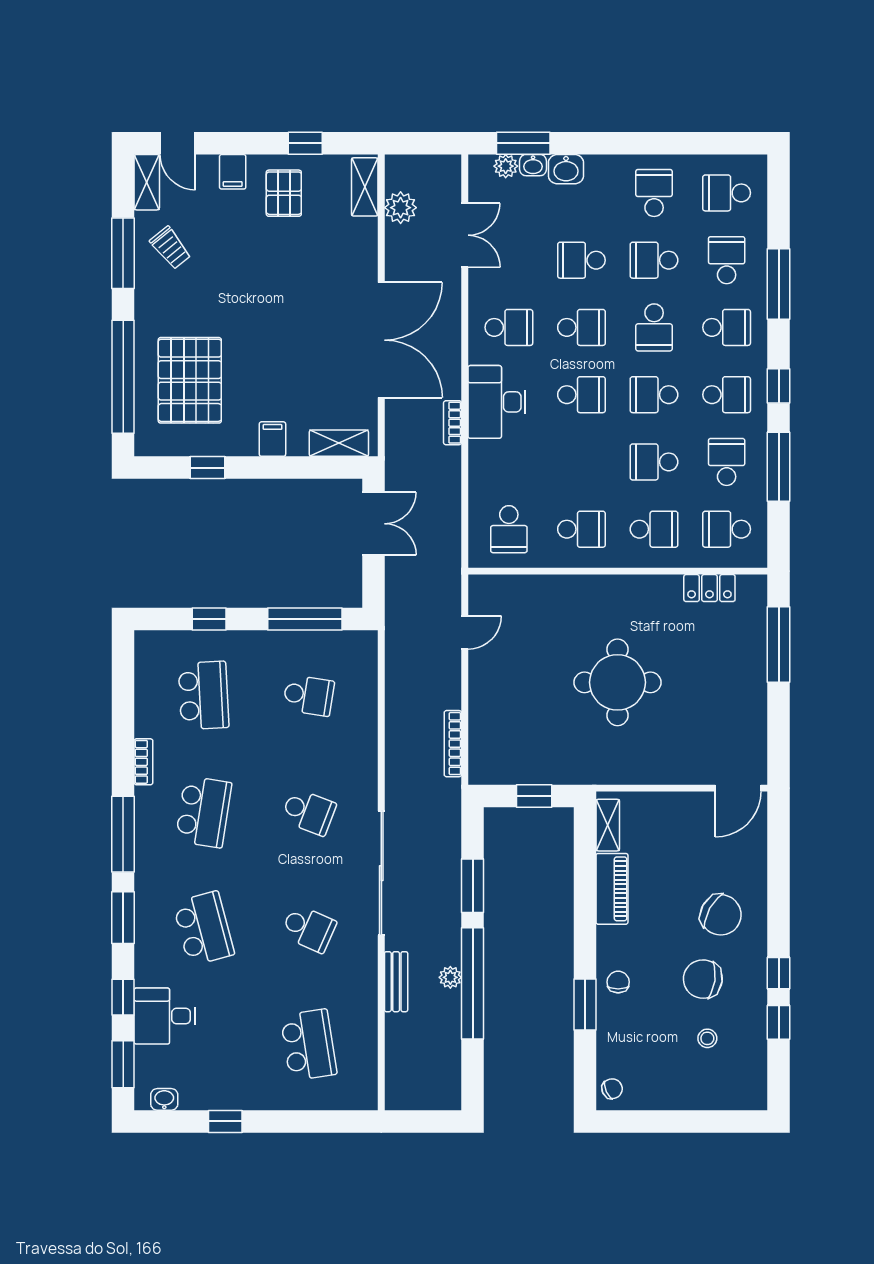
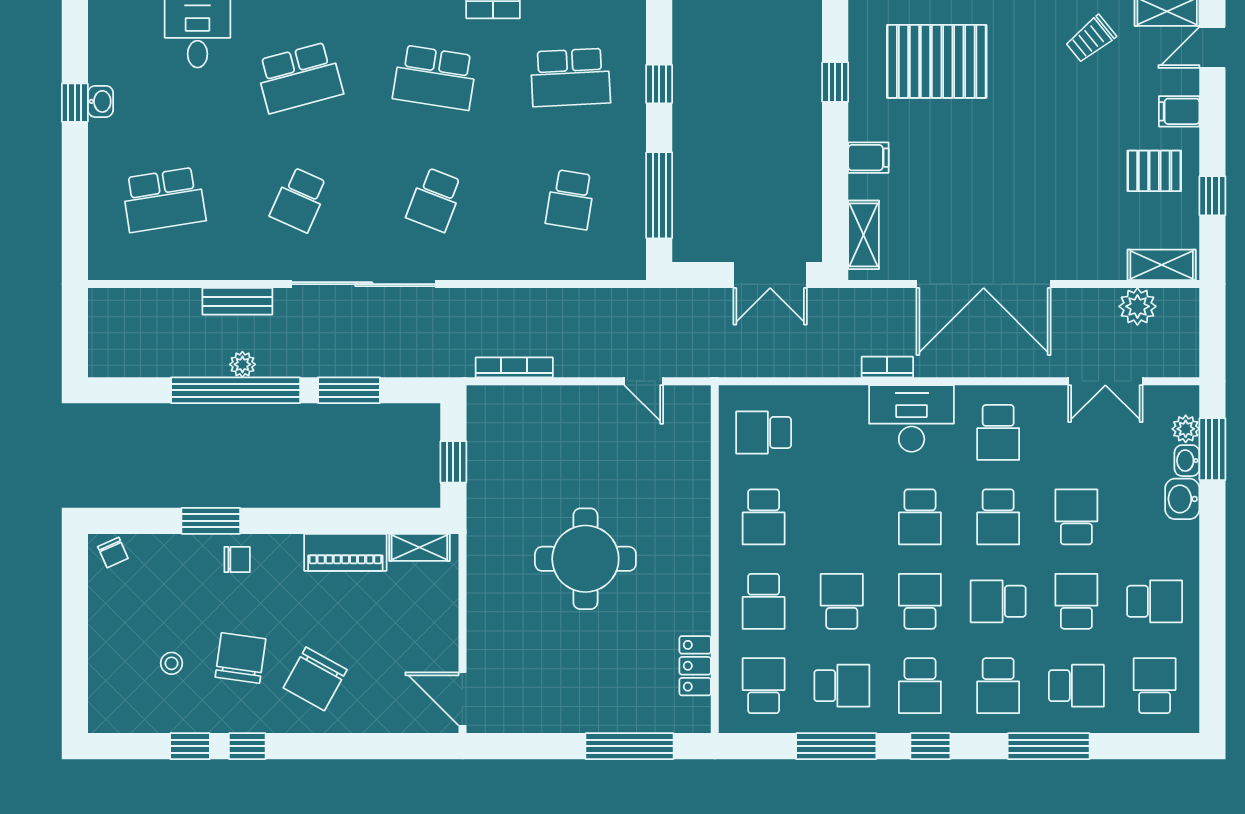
washbasin: (164, 1099) -> (101, 101), moved

